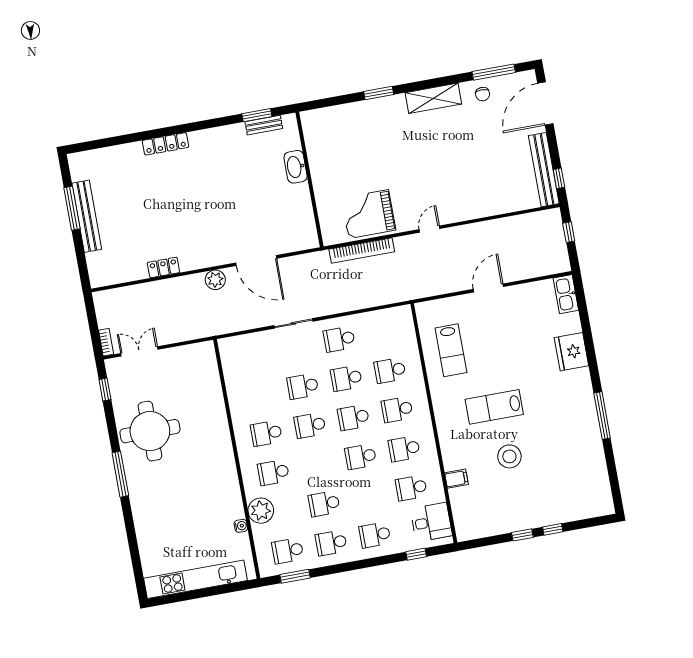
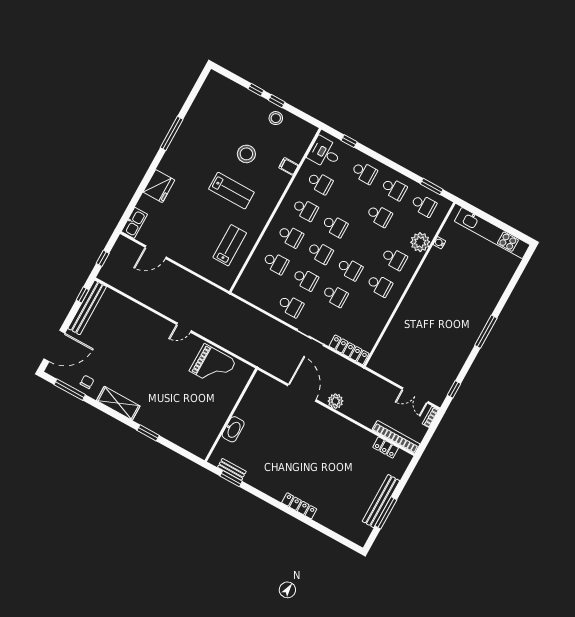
bookcase: (362, 250) -> (396, 437), moved
locker: (163, 267) -> (386, 447), moved
door: (488, 288) -> (156, 252), moved
locker: (244, 343) -> (349, 350), added
round table: (150, 431) -> (447, 343), removed
stool: (509, 517) -> (276, 118), added

